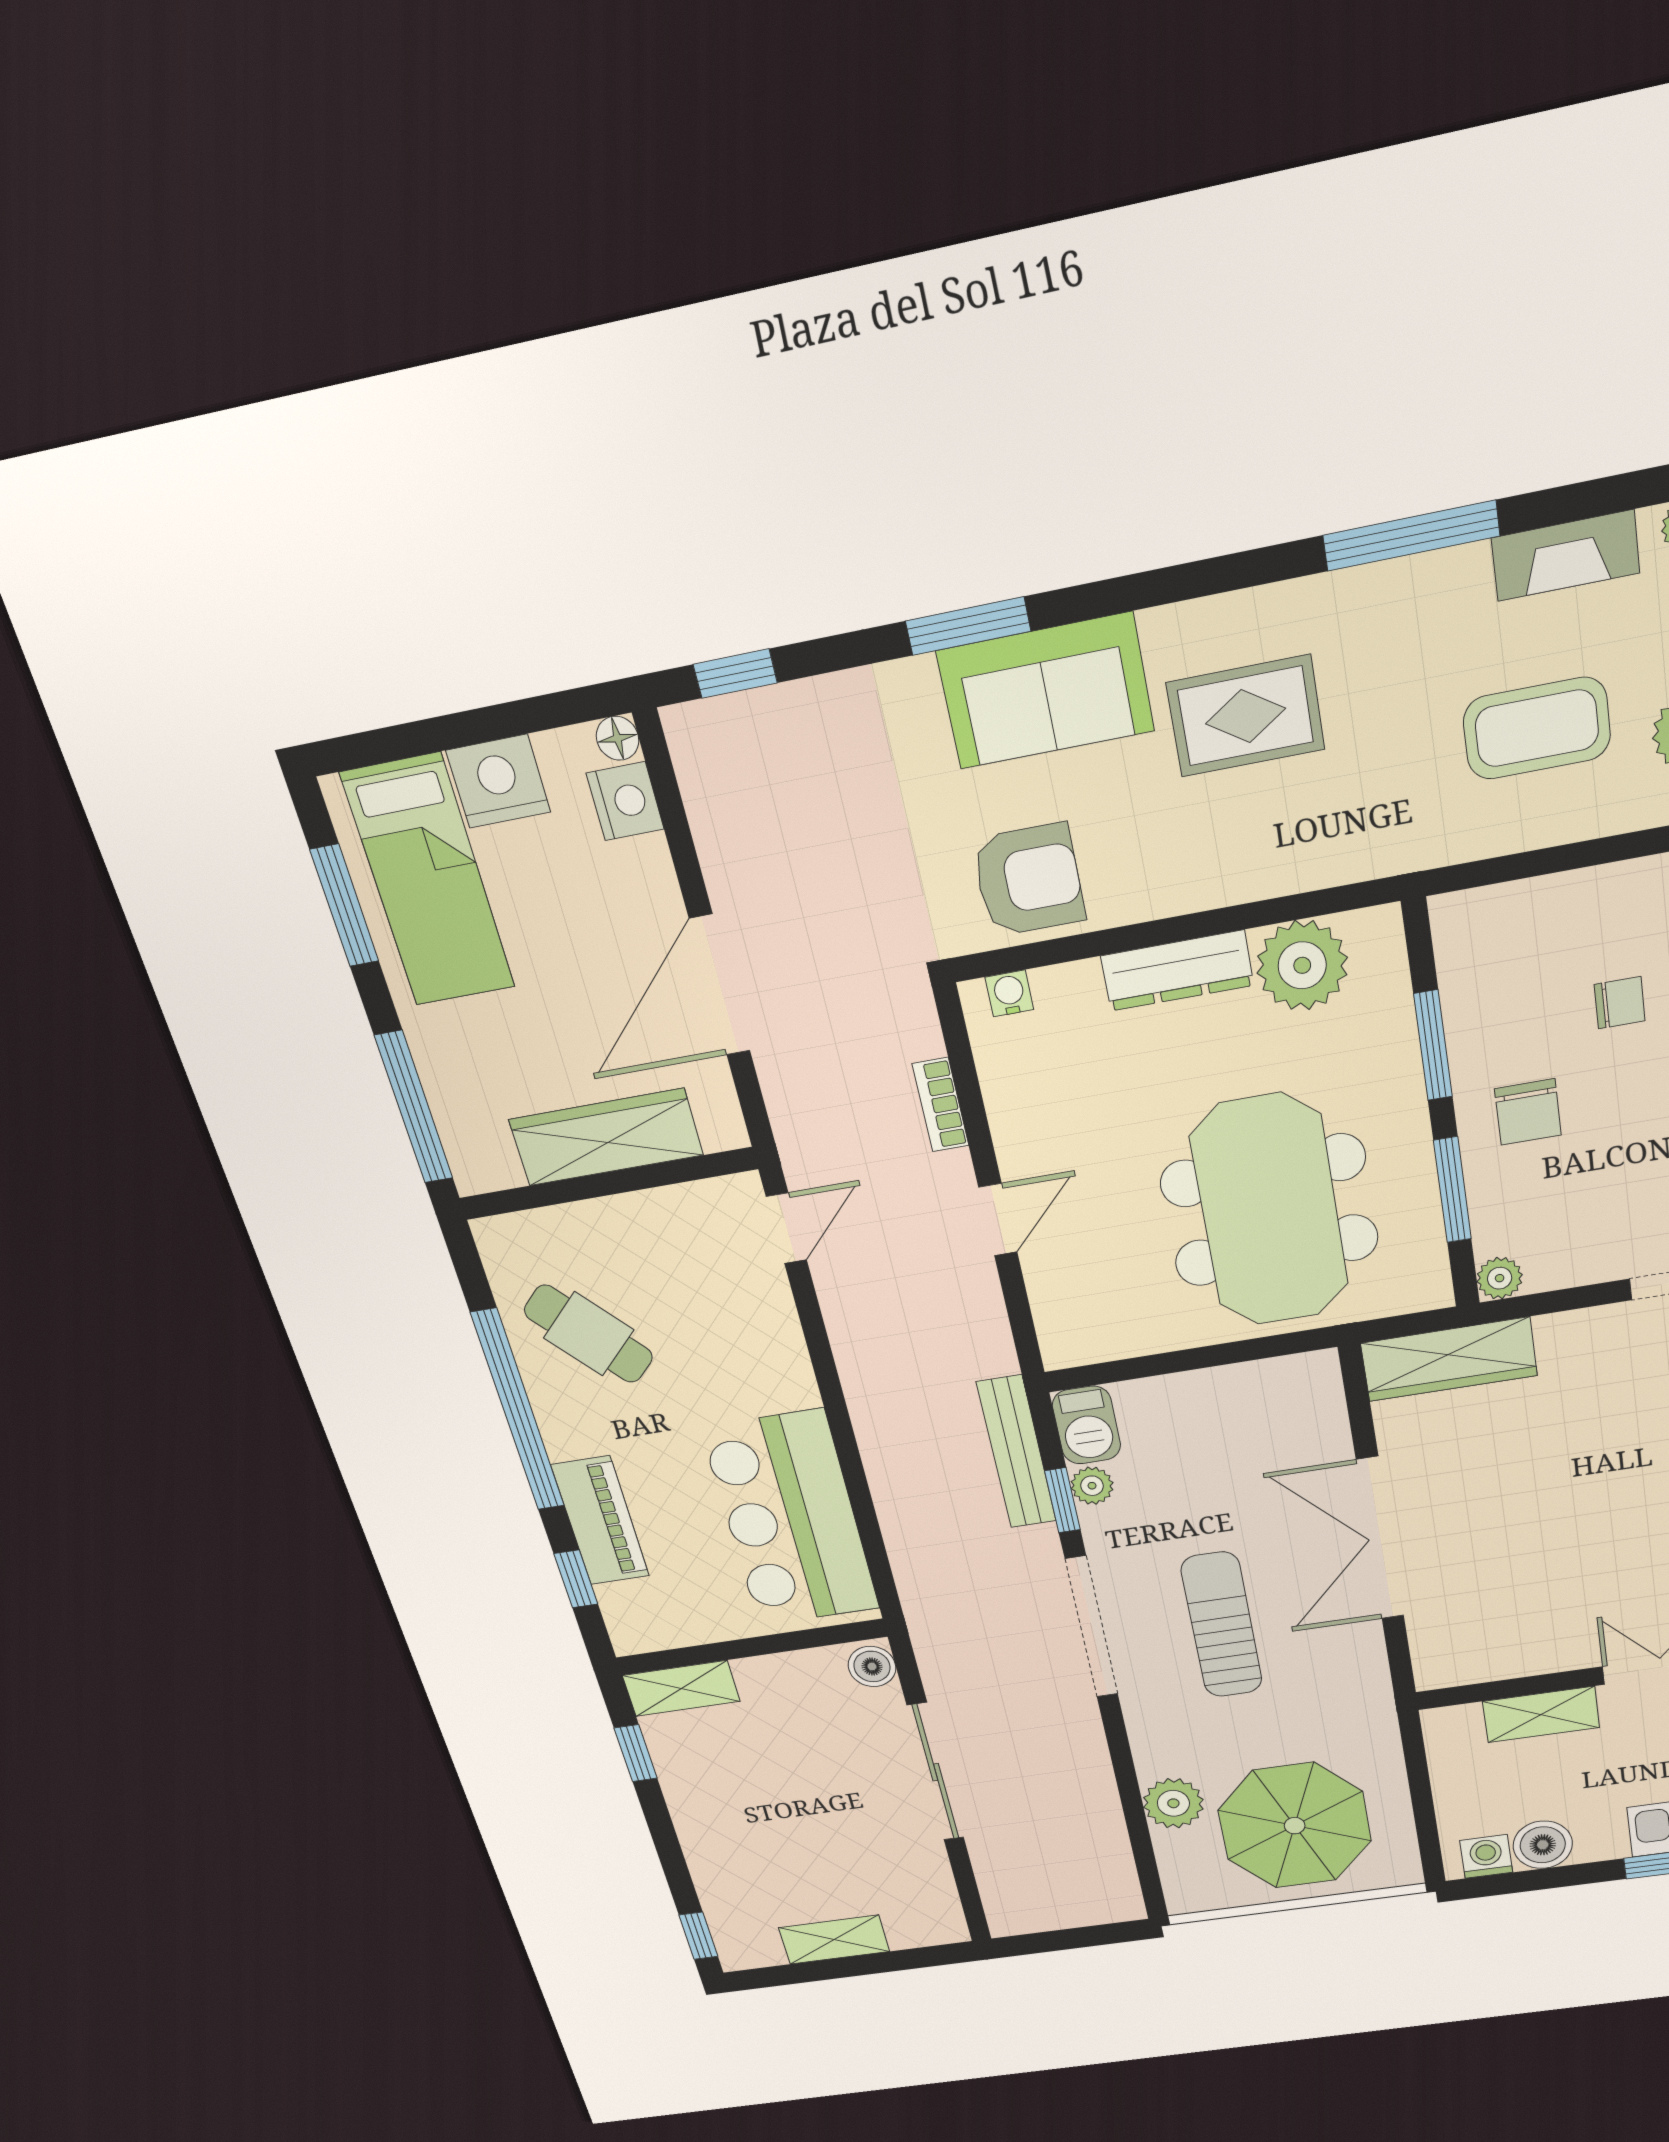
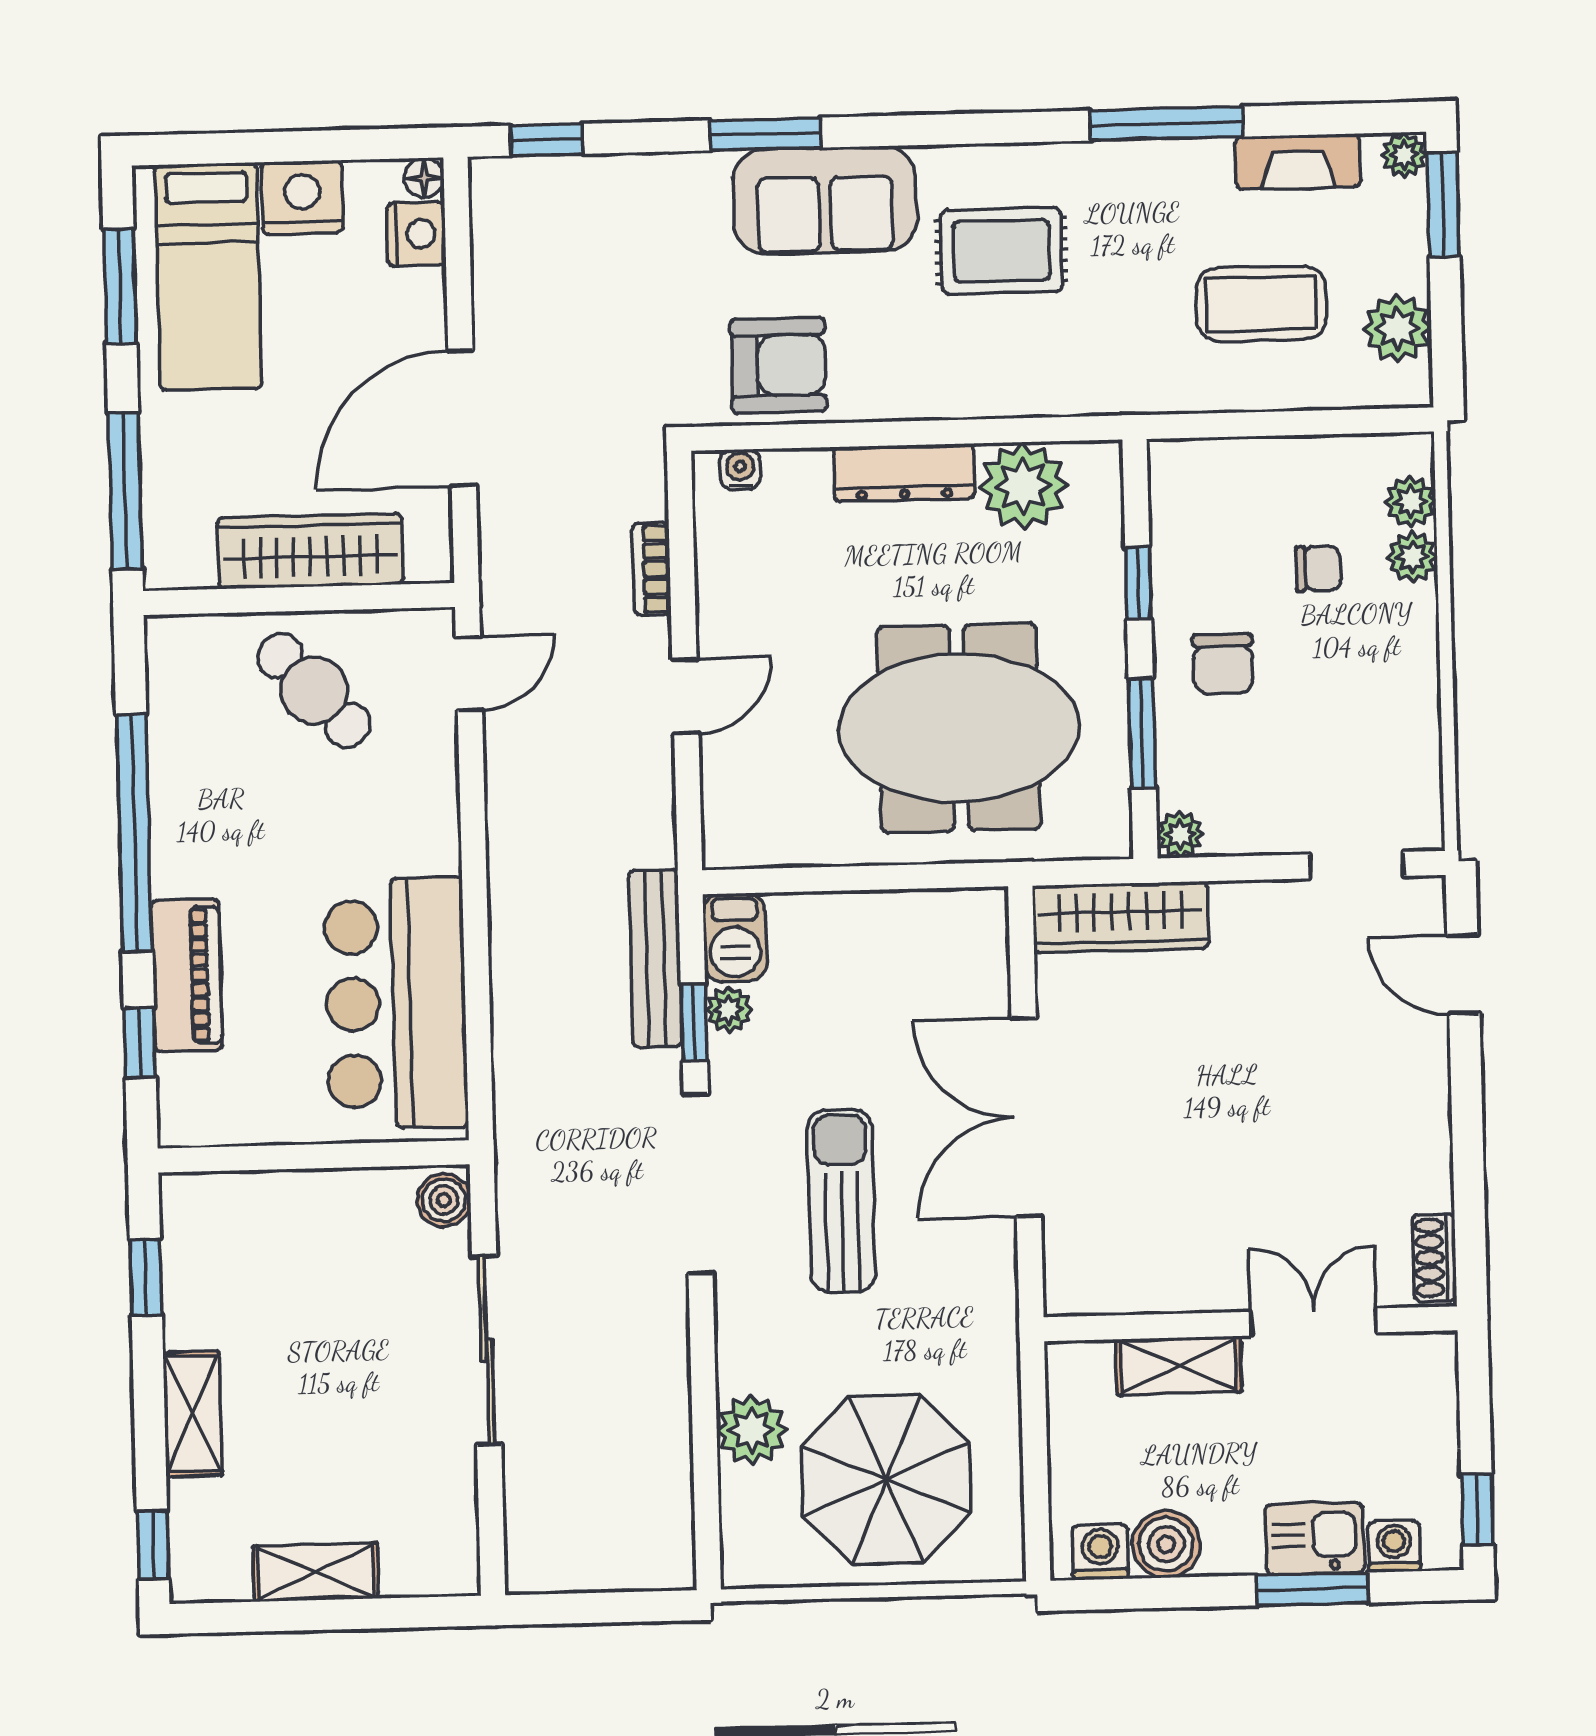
window: (1433, 1045) -> (1138, 583), width x0.67
meeting table: (1269, 1211) -> (959, 728), turned 90
cafe table: (589, 1334) -> (314, 690), moved
shelving: (681, 1688) -> (192, 1414), moved, turned 90

